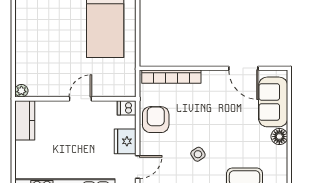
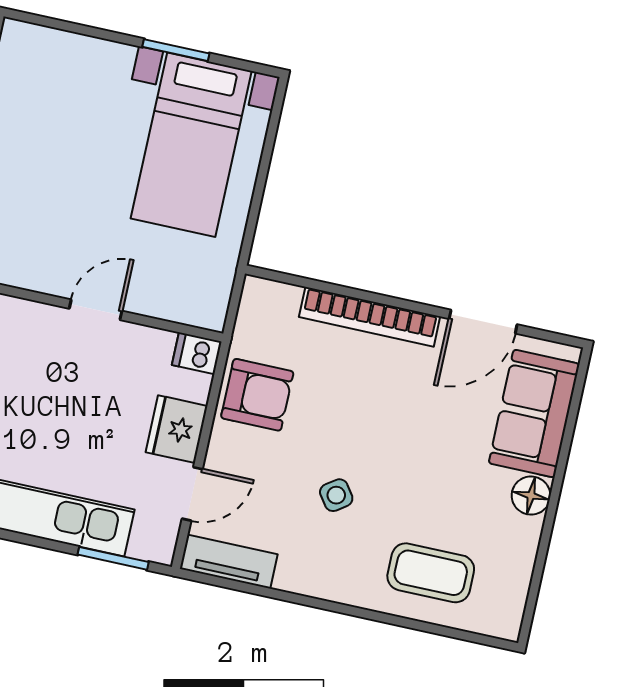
door: (243, 68) -> (483, 322), hinge flipped
bookcase: (171, 77) -> (370, 317), moved
armchair: (156, 120) -> (257, 395), turned 90

